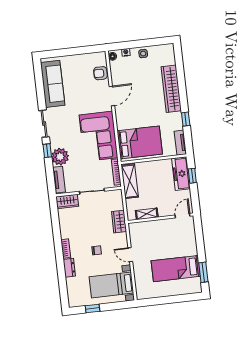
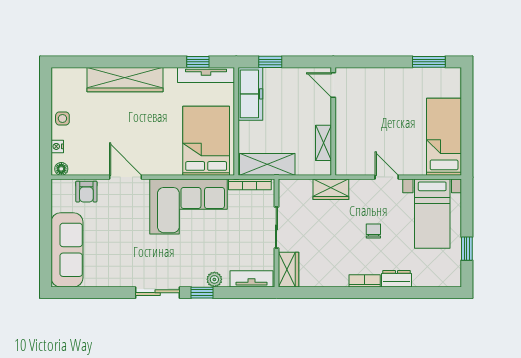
sofa: (53, 84) -> (67, 250), moved, turned 90
window: (186, 119) -> (198, 62), moved
tv unit: (180, 143) -> (206, 75), width x1.41
plant: (60, 157) -> (214, 279), width x0.53, depth x0.53
freezer: (181, 174) -> (250, 94), moved, turned -90
door: (130, 255) -> (387, 177), swing flipped
bed: (176, 269) -> (444, 137), moved, turned 180

